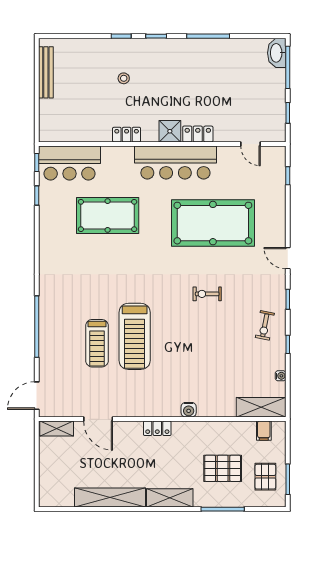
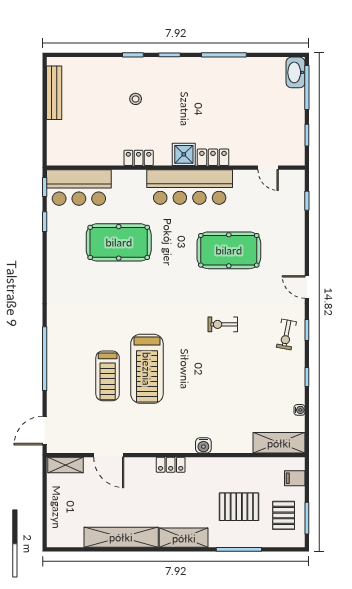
pool table: (213, 223) -> (229, 250), width x0.73, depth x0.76
exercise bike: (265, 325) -> (286, 335), moved
filing cabinet: (264, 431) -> (295, 478), moved, turned 90

